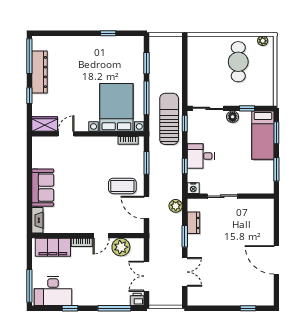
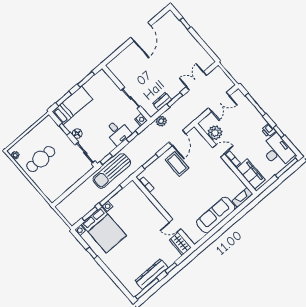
bed with nightstands: (116, 107) -> (104, 230), moved, turned -90
sofa: (43, 188) -> (216, 215), width x1.36
printer: (137, 299) -> (268, 130), moved

